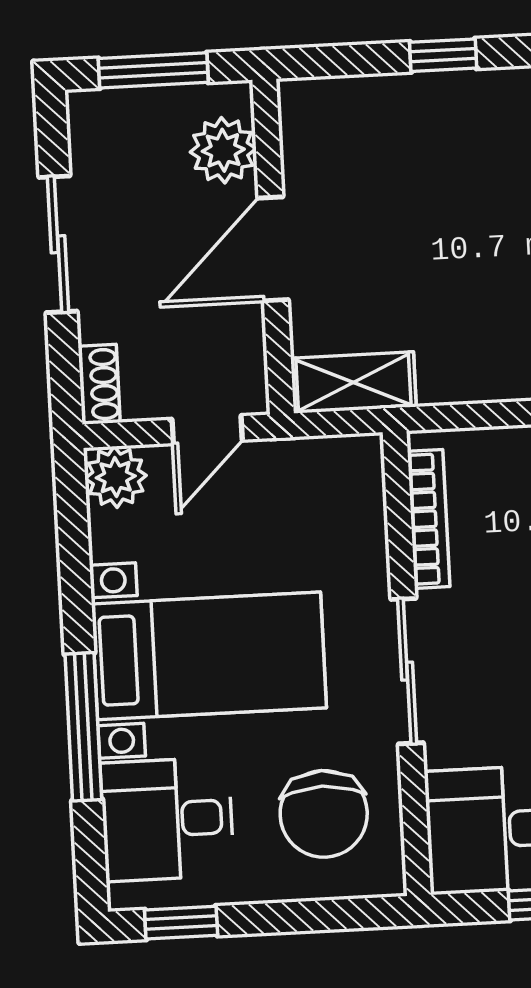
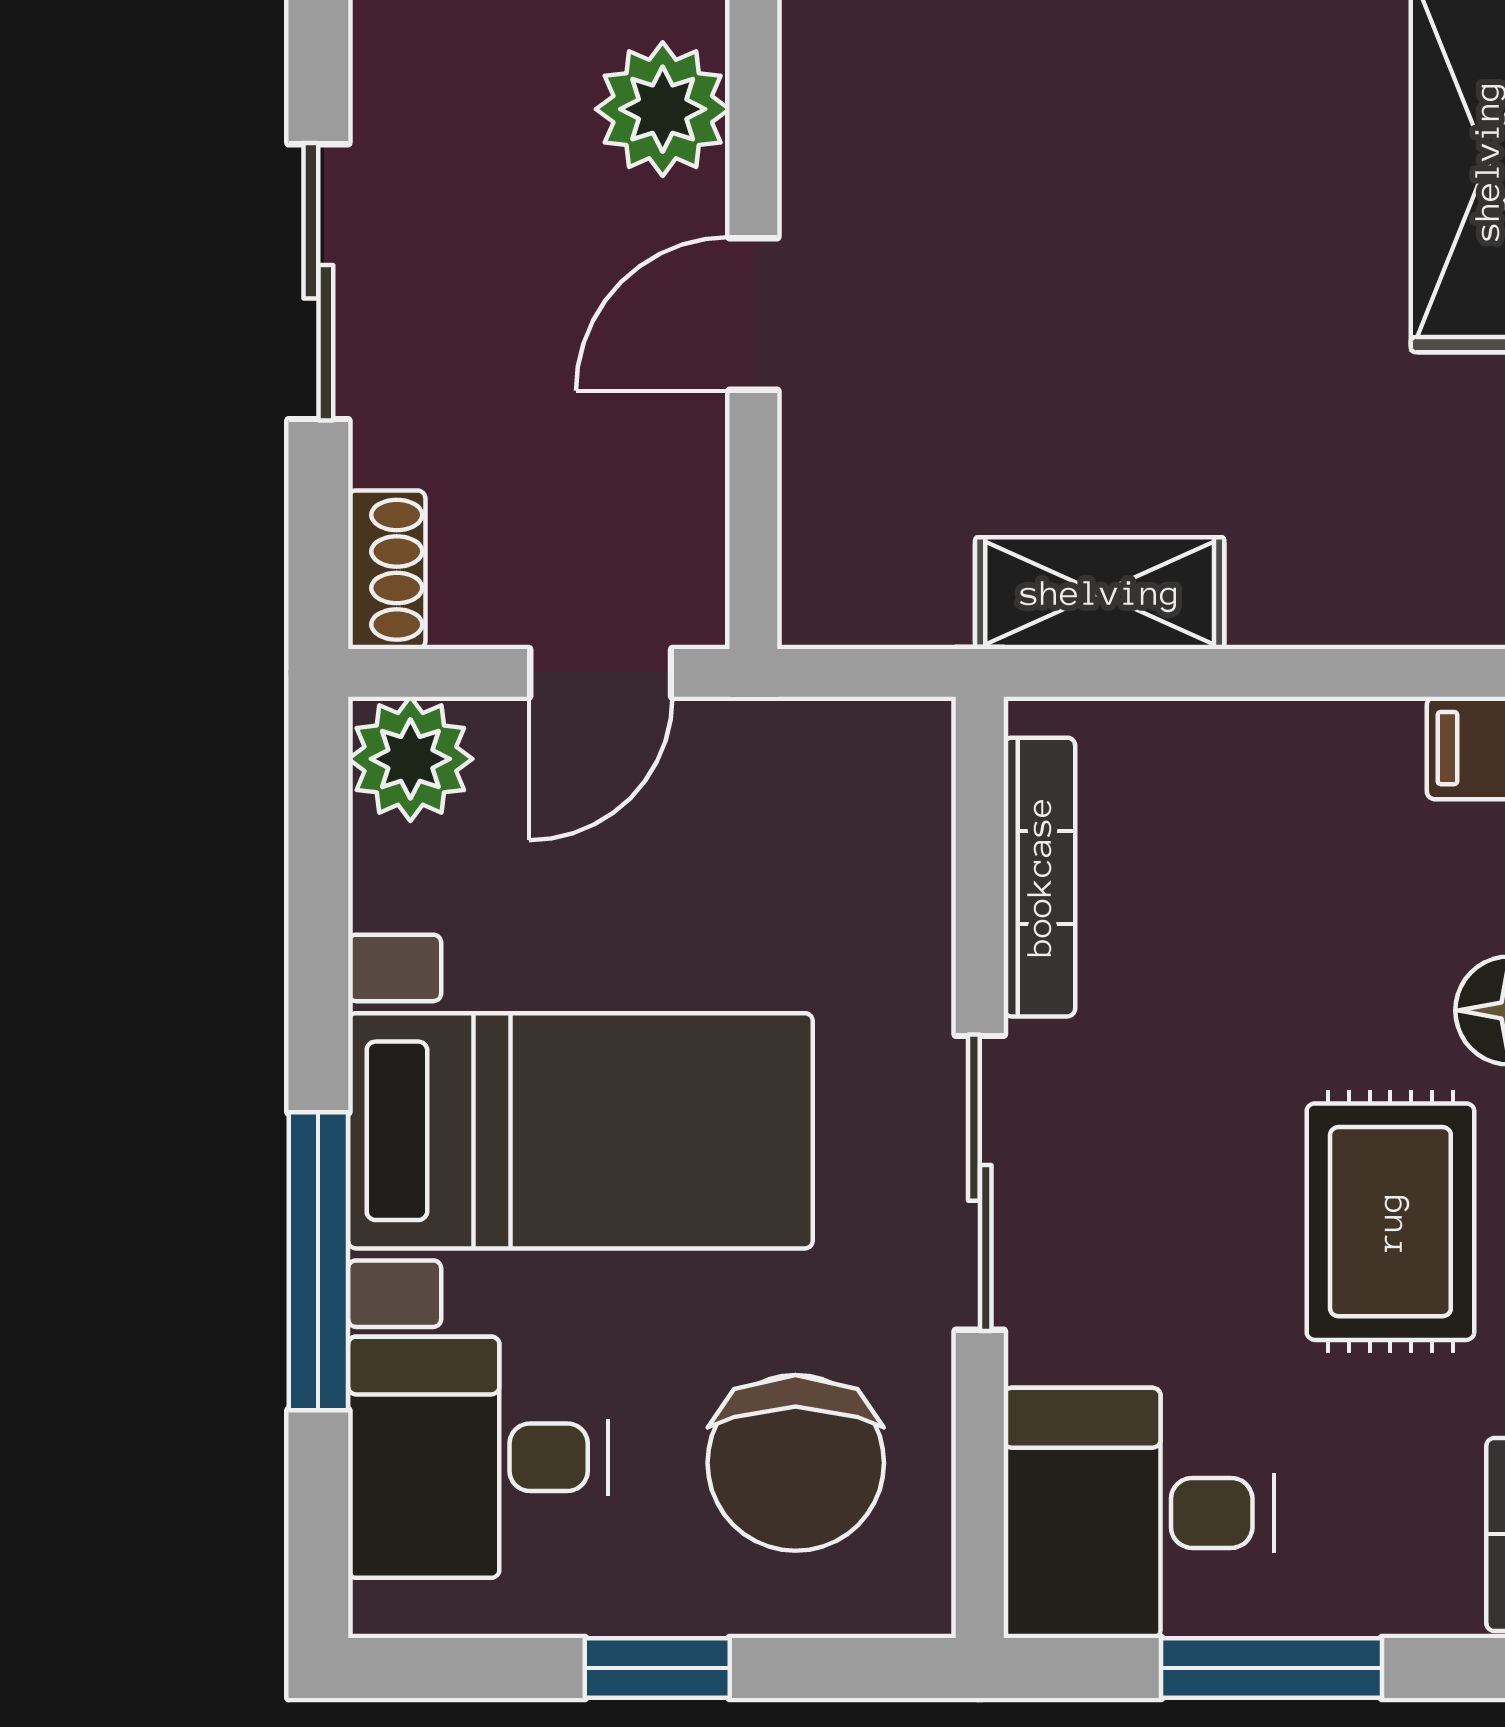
door: (273, 249) -> (753, 314), width x0.73
shelving: (353, 383) -> (1100, 593), moved
window: (181, 923) -> (657, 1668), moved

